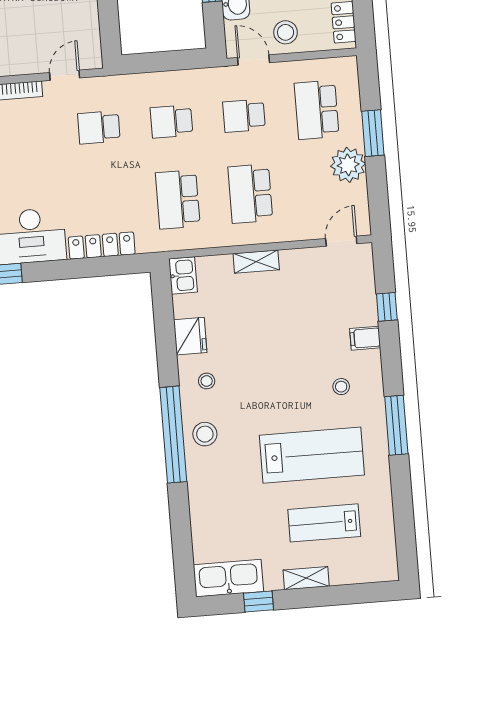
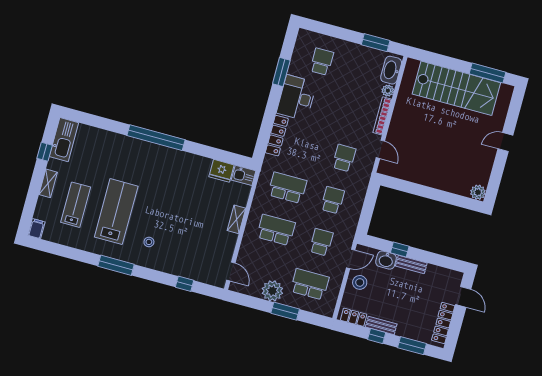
fridge: (190, 336) -> (221, 171), moved
filing cabinet: (365, 338) -> (36, 229), moved
stool: (207, 381) -> (179, 167), removed
stool: (205, 434) -> (150, 156), removed
lab bench: (312, 455) -> (116, 212), turned 180

